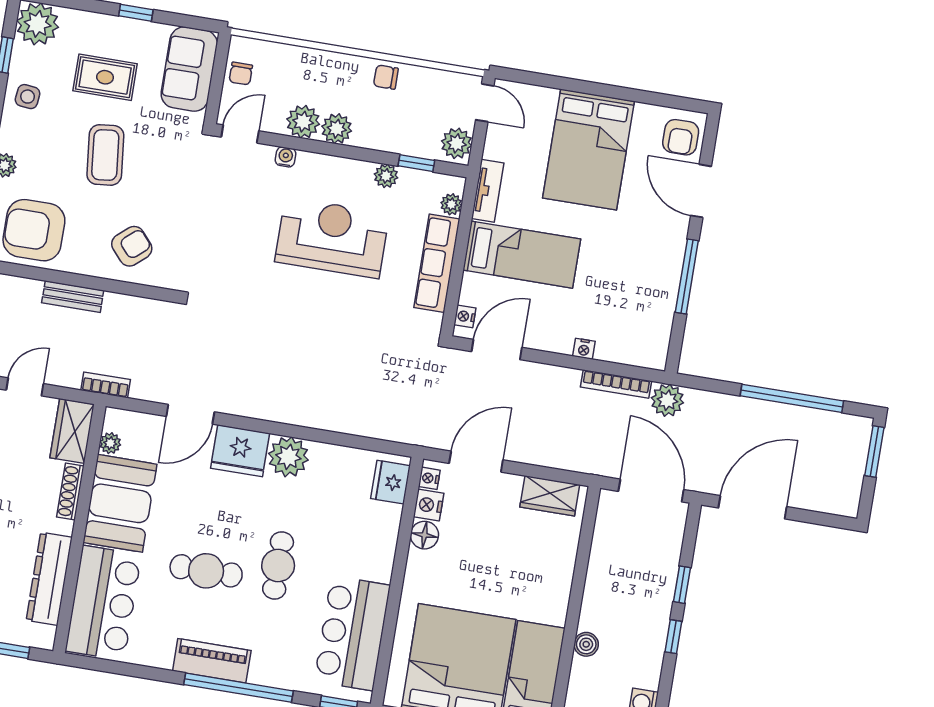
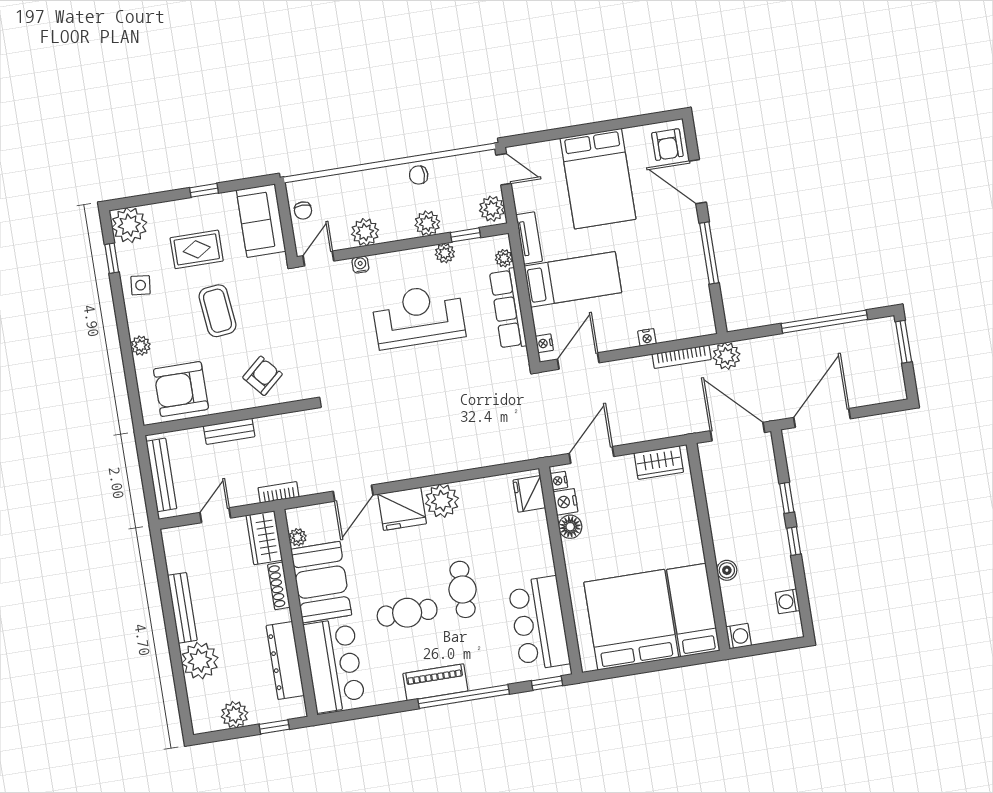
plant: (337, 129) -> (427, 223), moved

